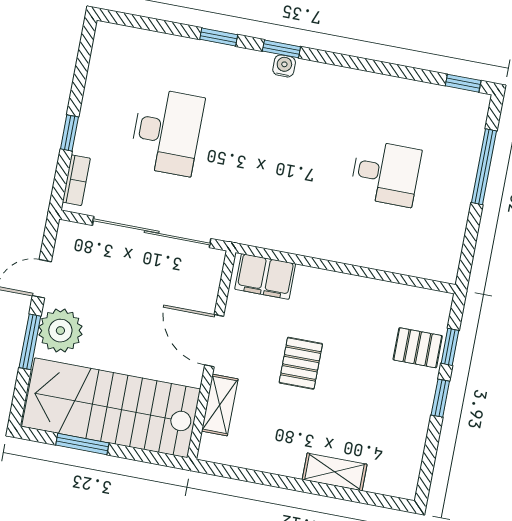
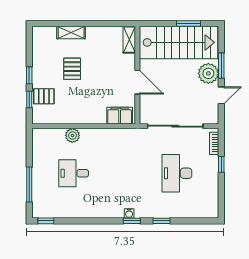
plant: (373, 253) -> (72, 135), added
pallet: (301, 363) -> (72, 69), moved
shelving: (220, 405) -> (129, 40), moved

